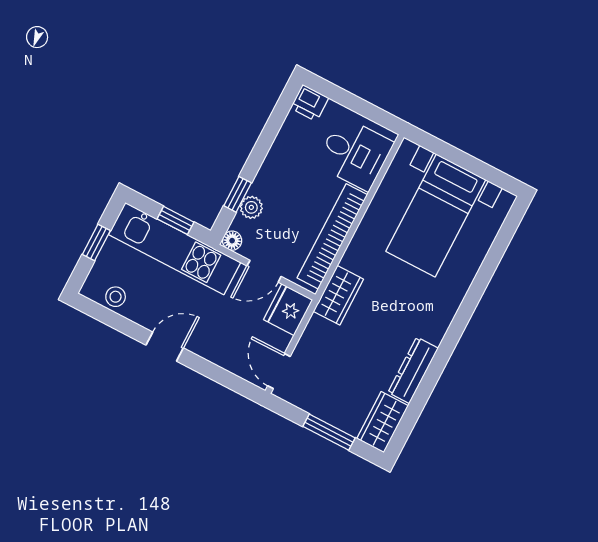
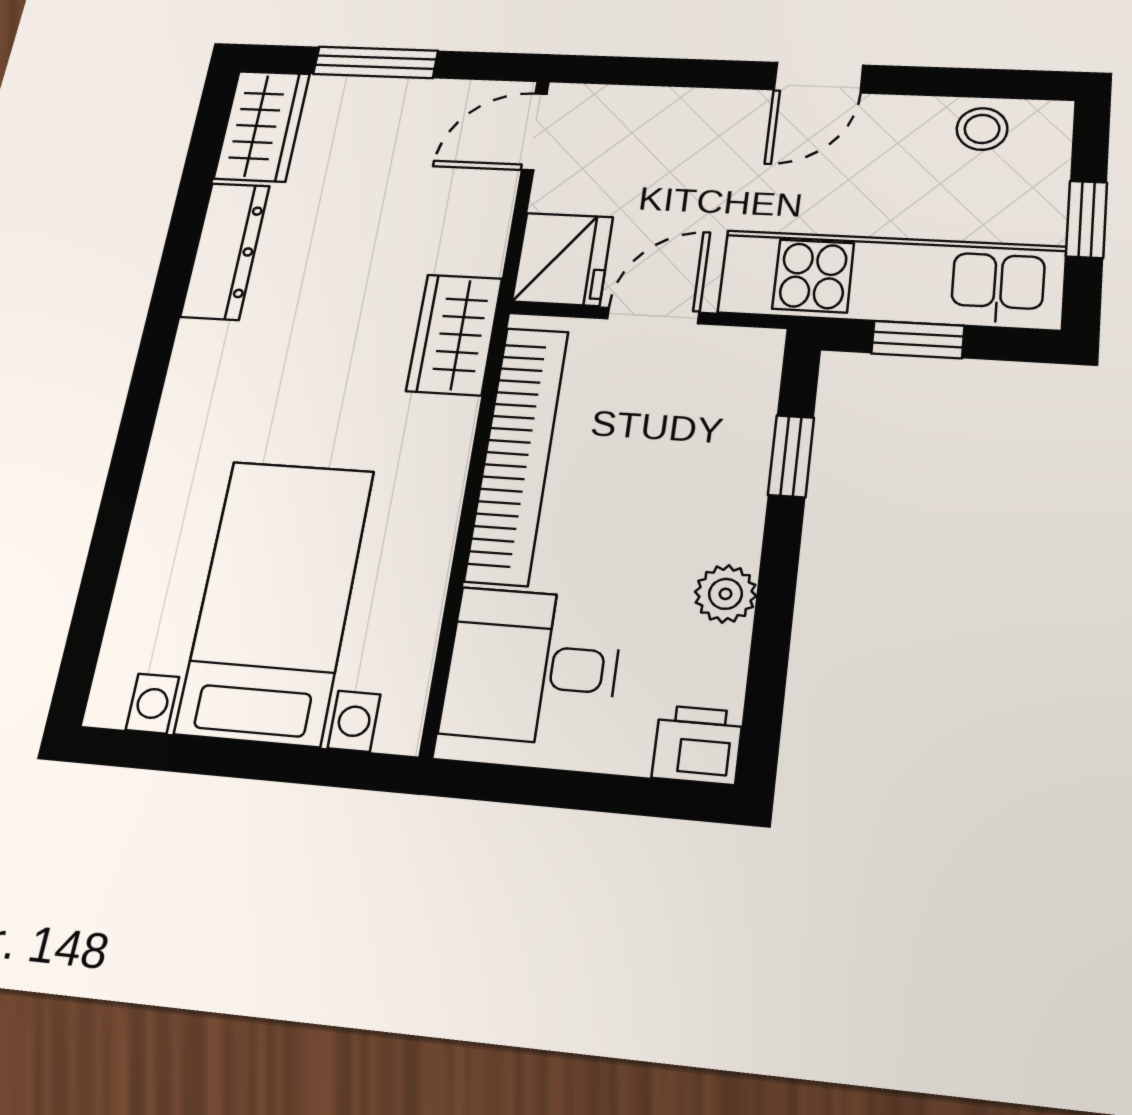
plant: (251, 207) -> (726, 594), moved
floor lamp: (232, 241) -> (759, 350), removed
door: (279, 371) -> (534, 132), swing flipped

